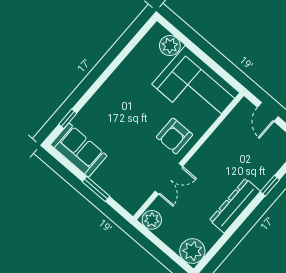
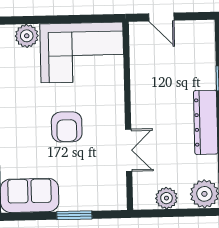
armchair: (174, 136) -> (67, 127), moved
plant: (152, 220) -> (166, 198), moved

